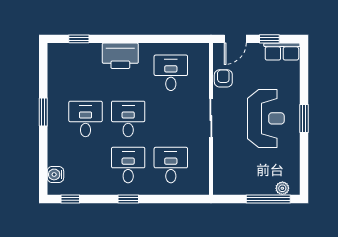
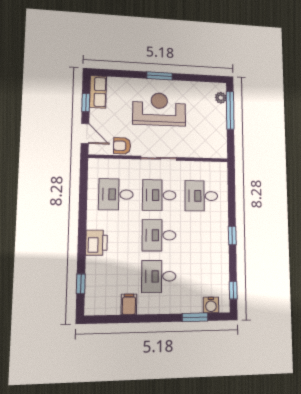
printer: (120, 56) -> (96, 243), width x0.73, depth x0.84
filing cabinet: (58, 88) -> (129, 304), added
window: (43, 112) -> (195, 317), moved
desk: (128, 165) -> (159, 195), moved

